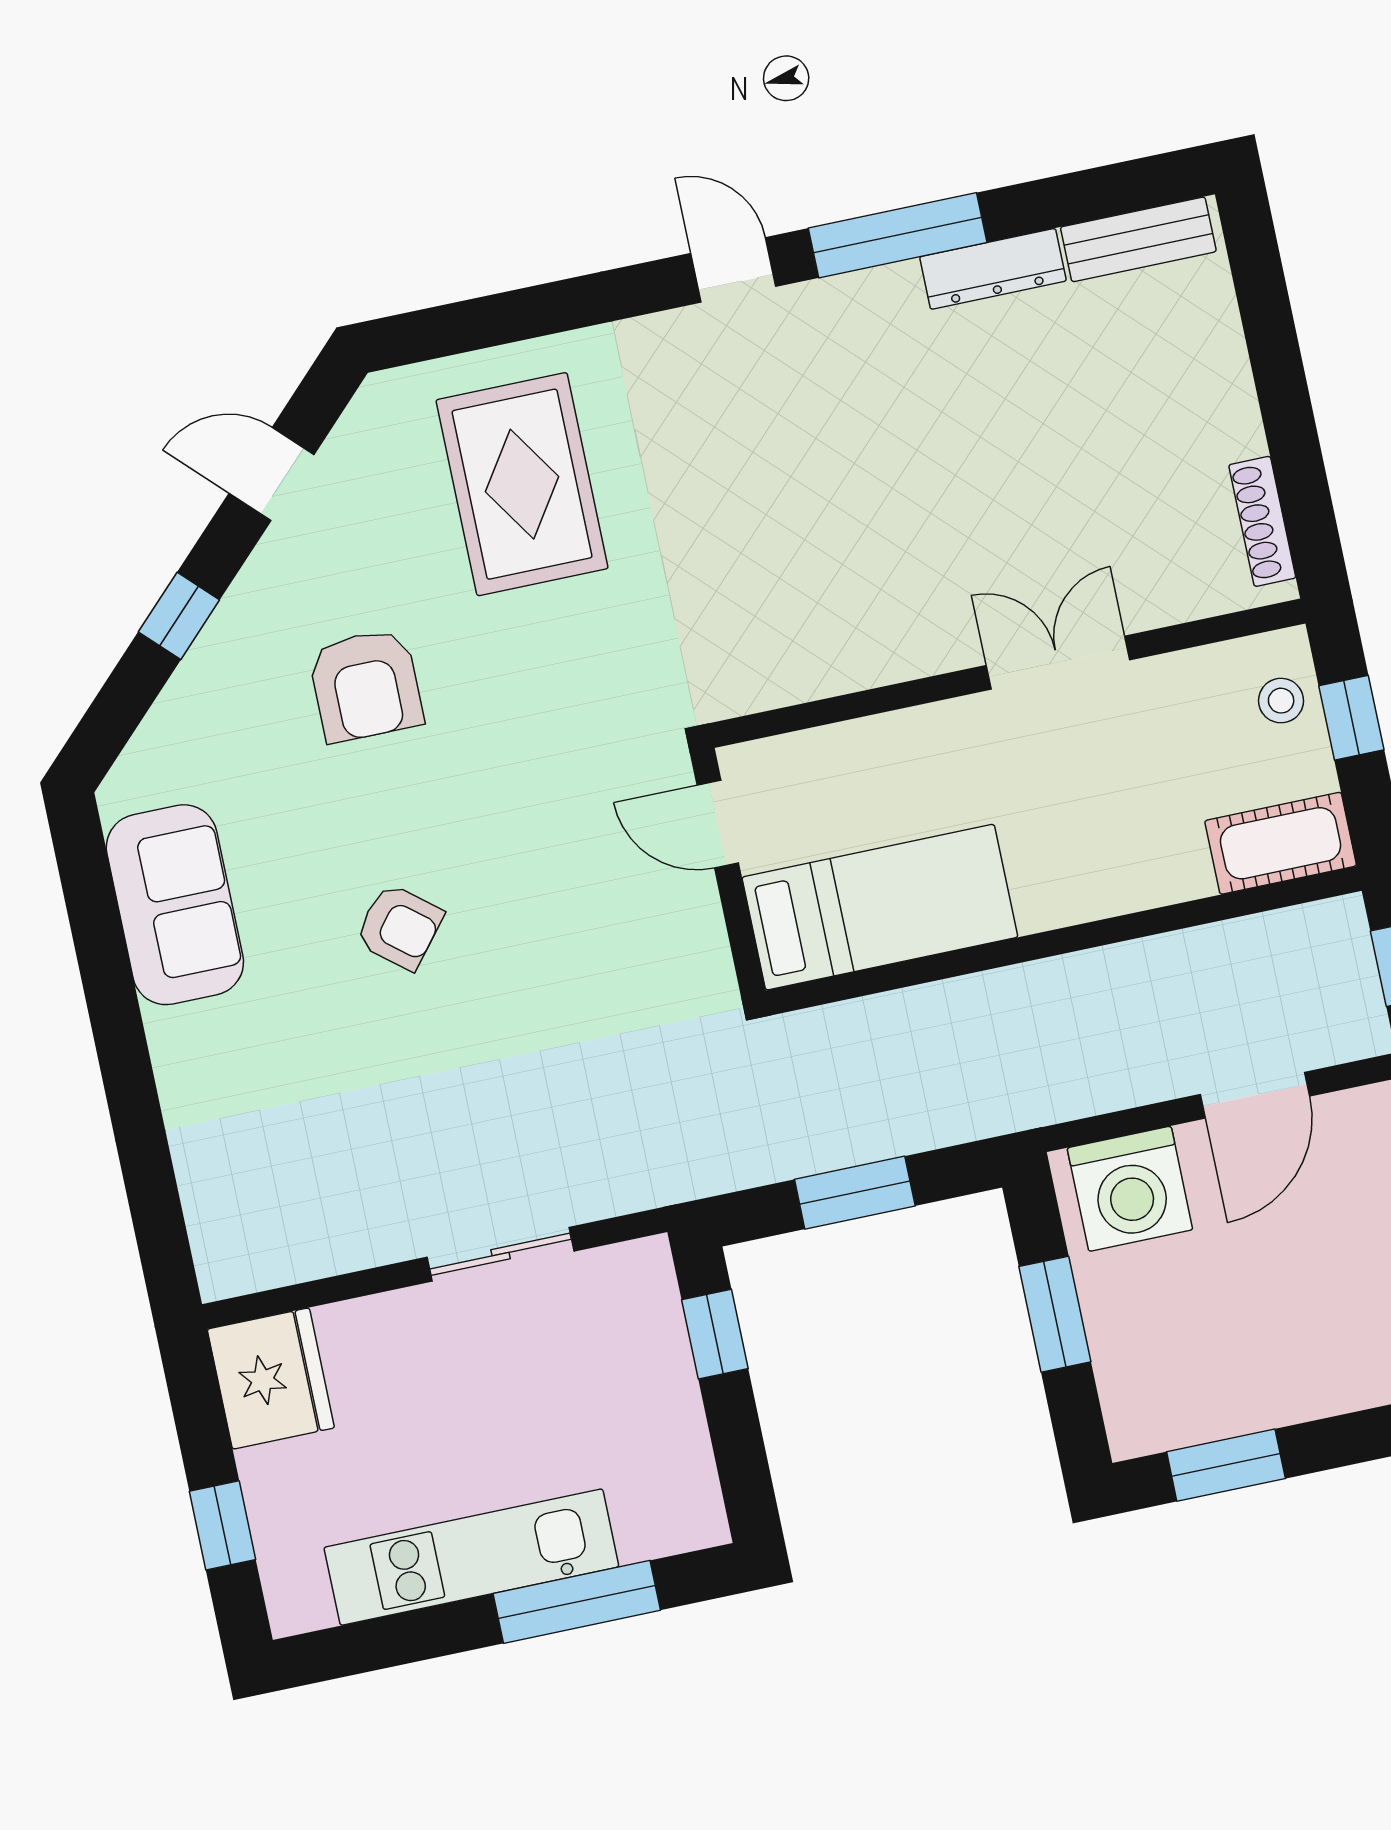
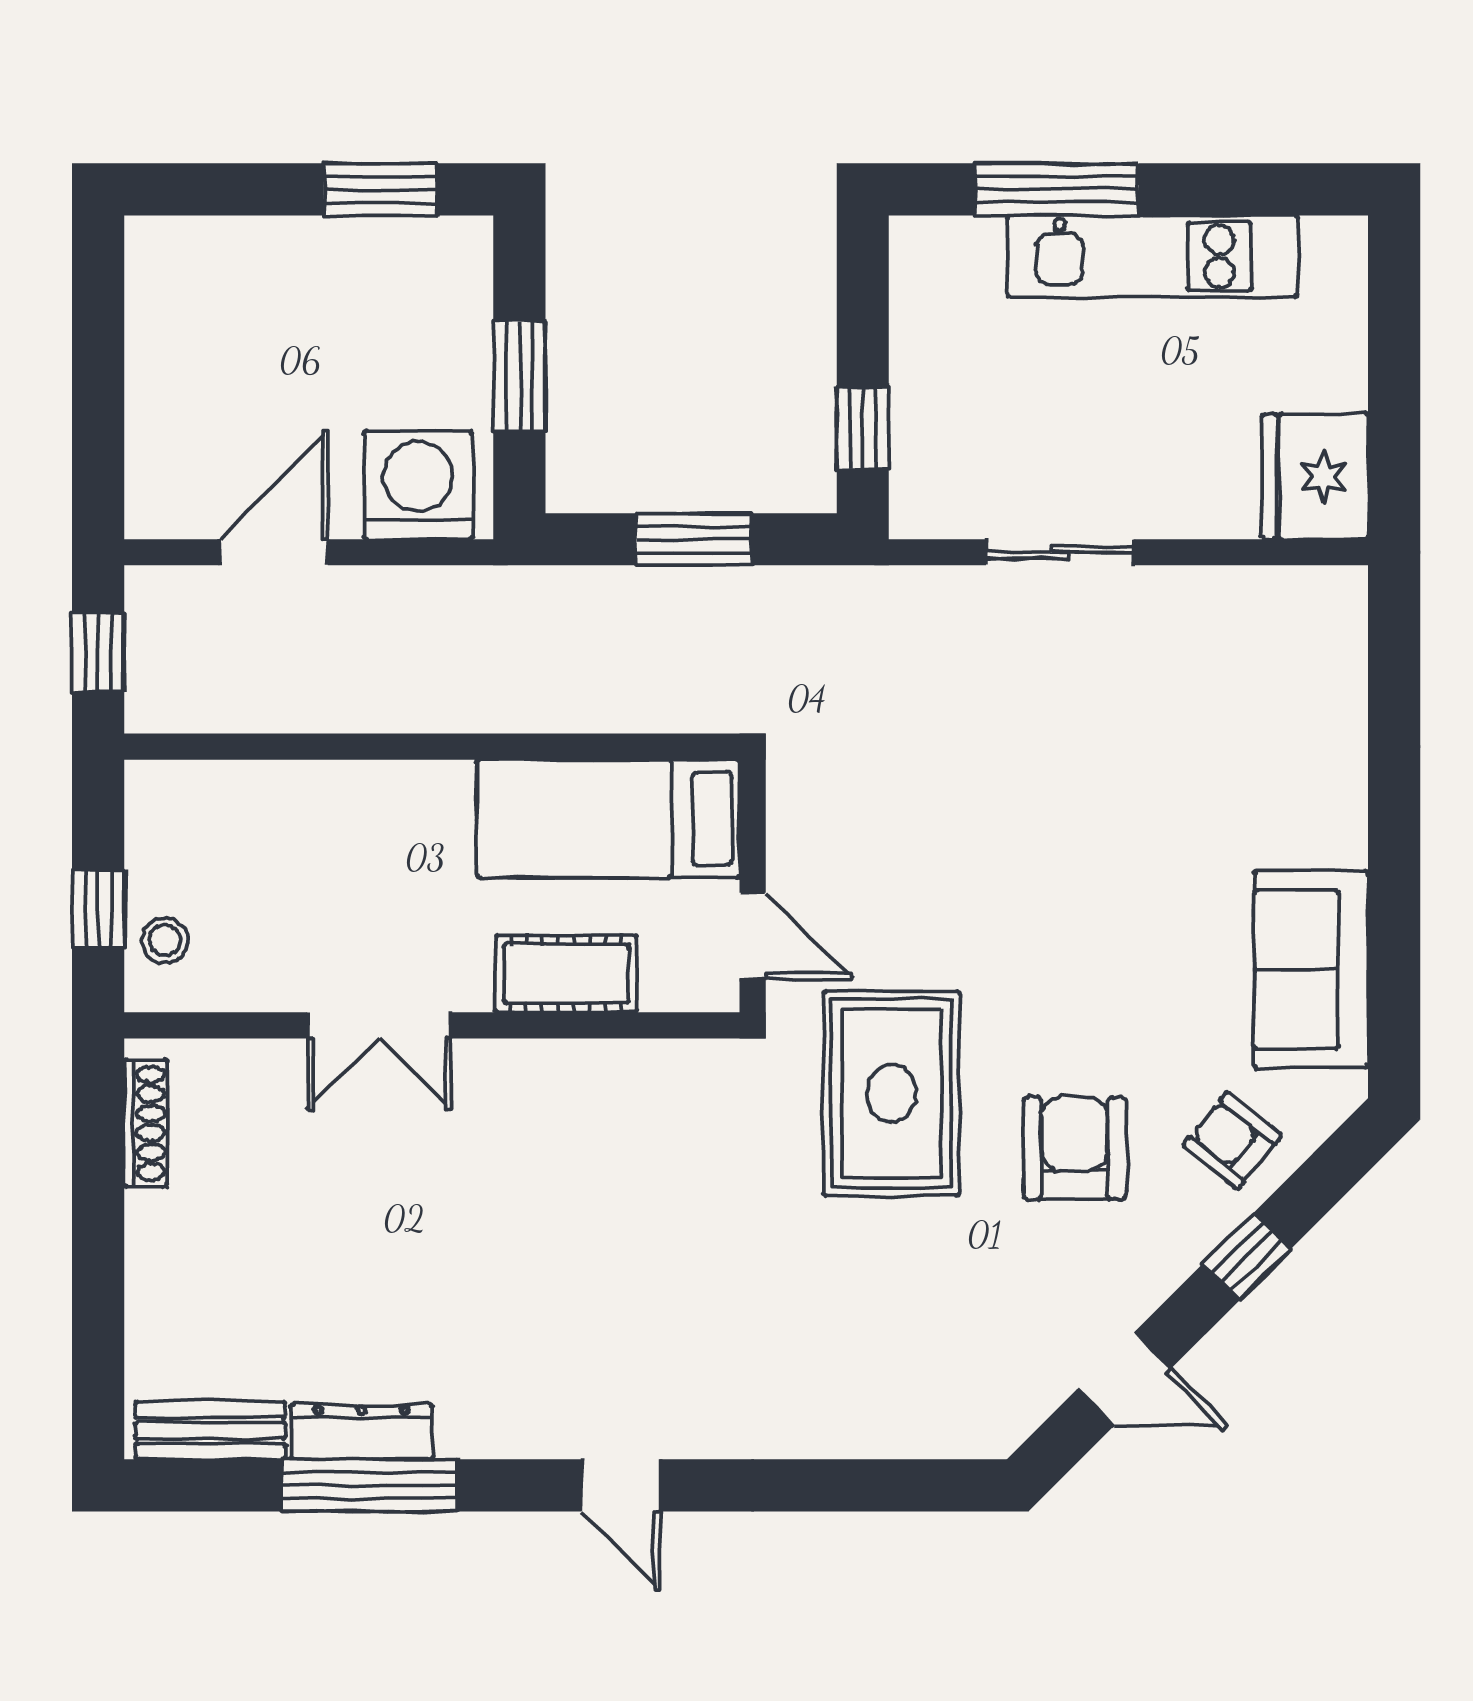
window: (898, 235) -> (370, 1485), moved
rug: (522, 484) -> (891, 1093), moved
cot: (1281, 843) -> (566, 974), moved
armchair: (399, 927) -> (1232, 1141), moved
window: (223, 1525) -> (1394, 340), removed

